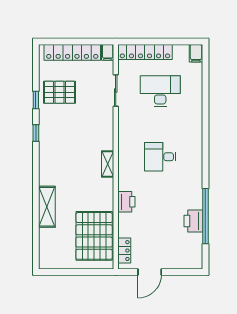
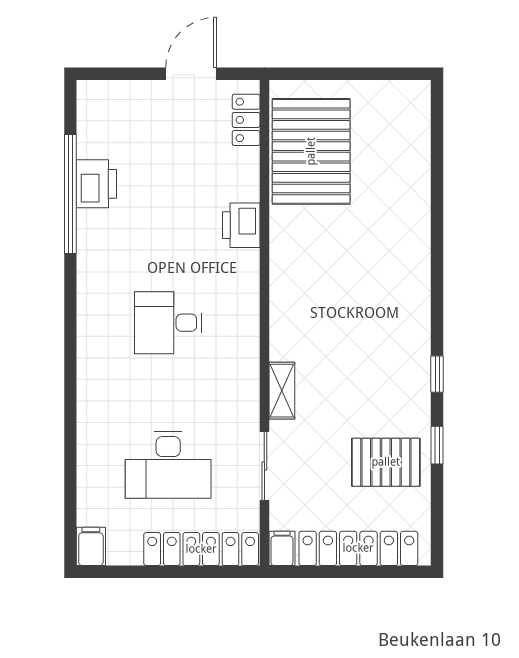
desk: (160, 157) -> (168, 323), turned 180
shelving: (108, 164) -> (282, 391), moved
shelving: (47, 207) -> (413, 215), removed

